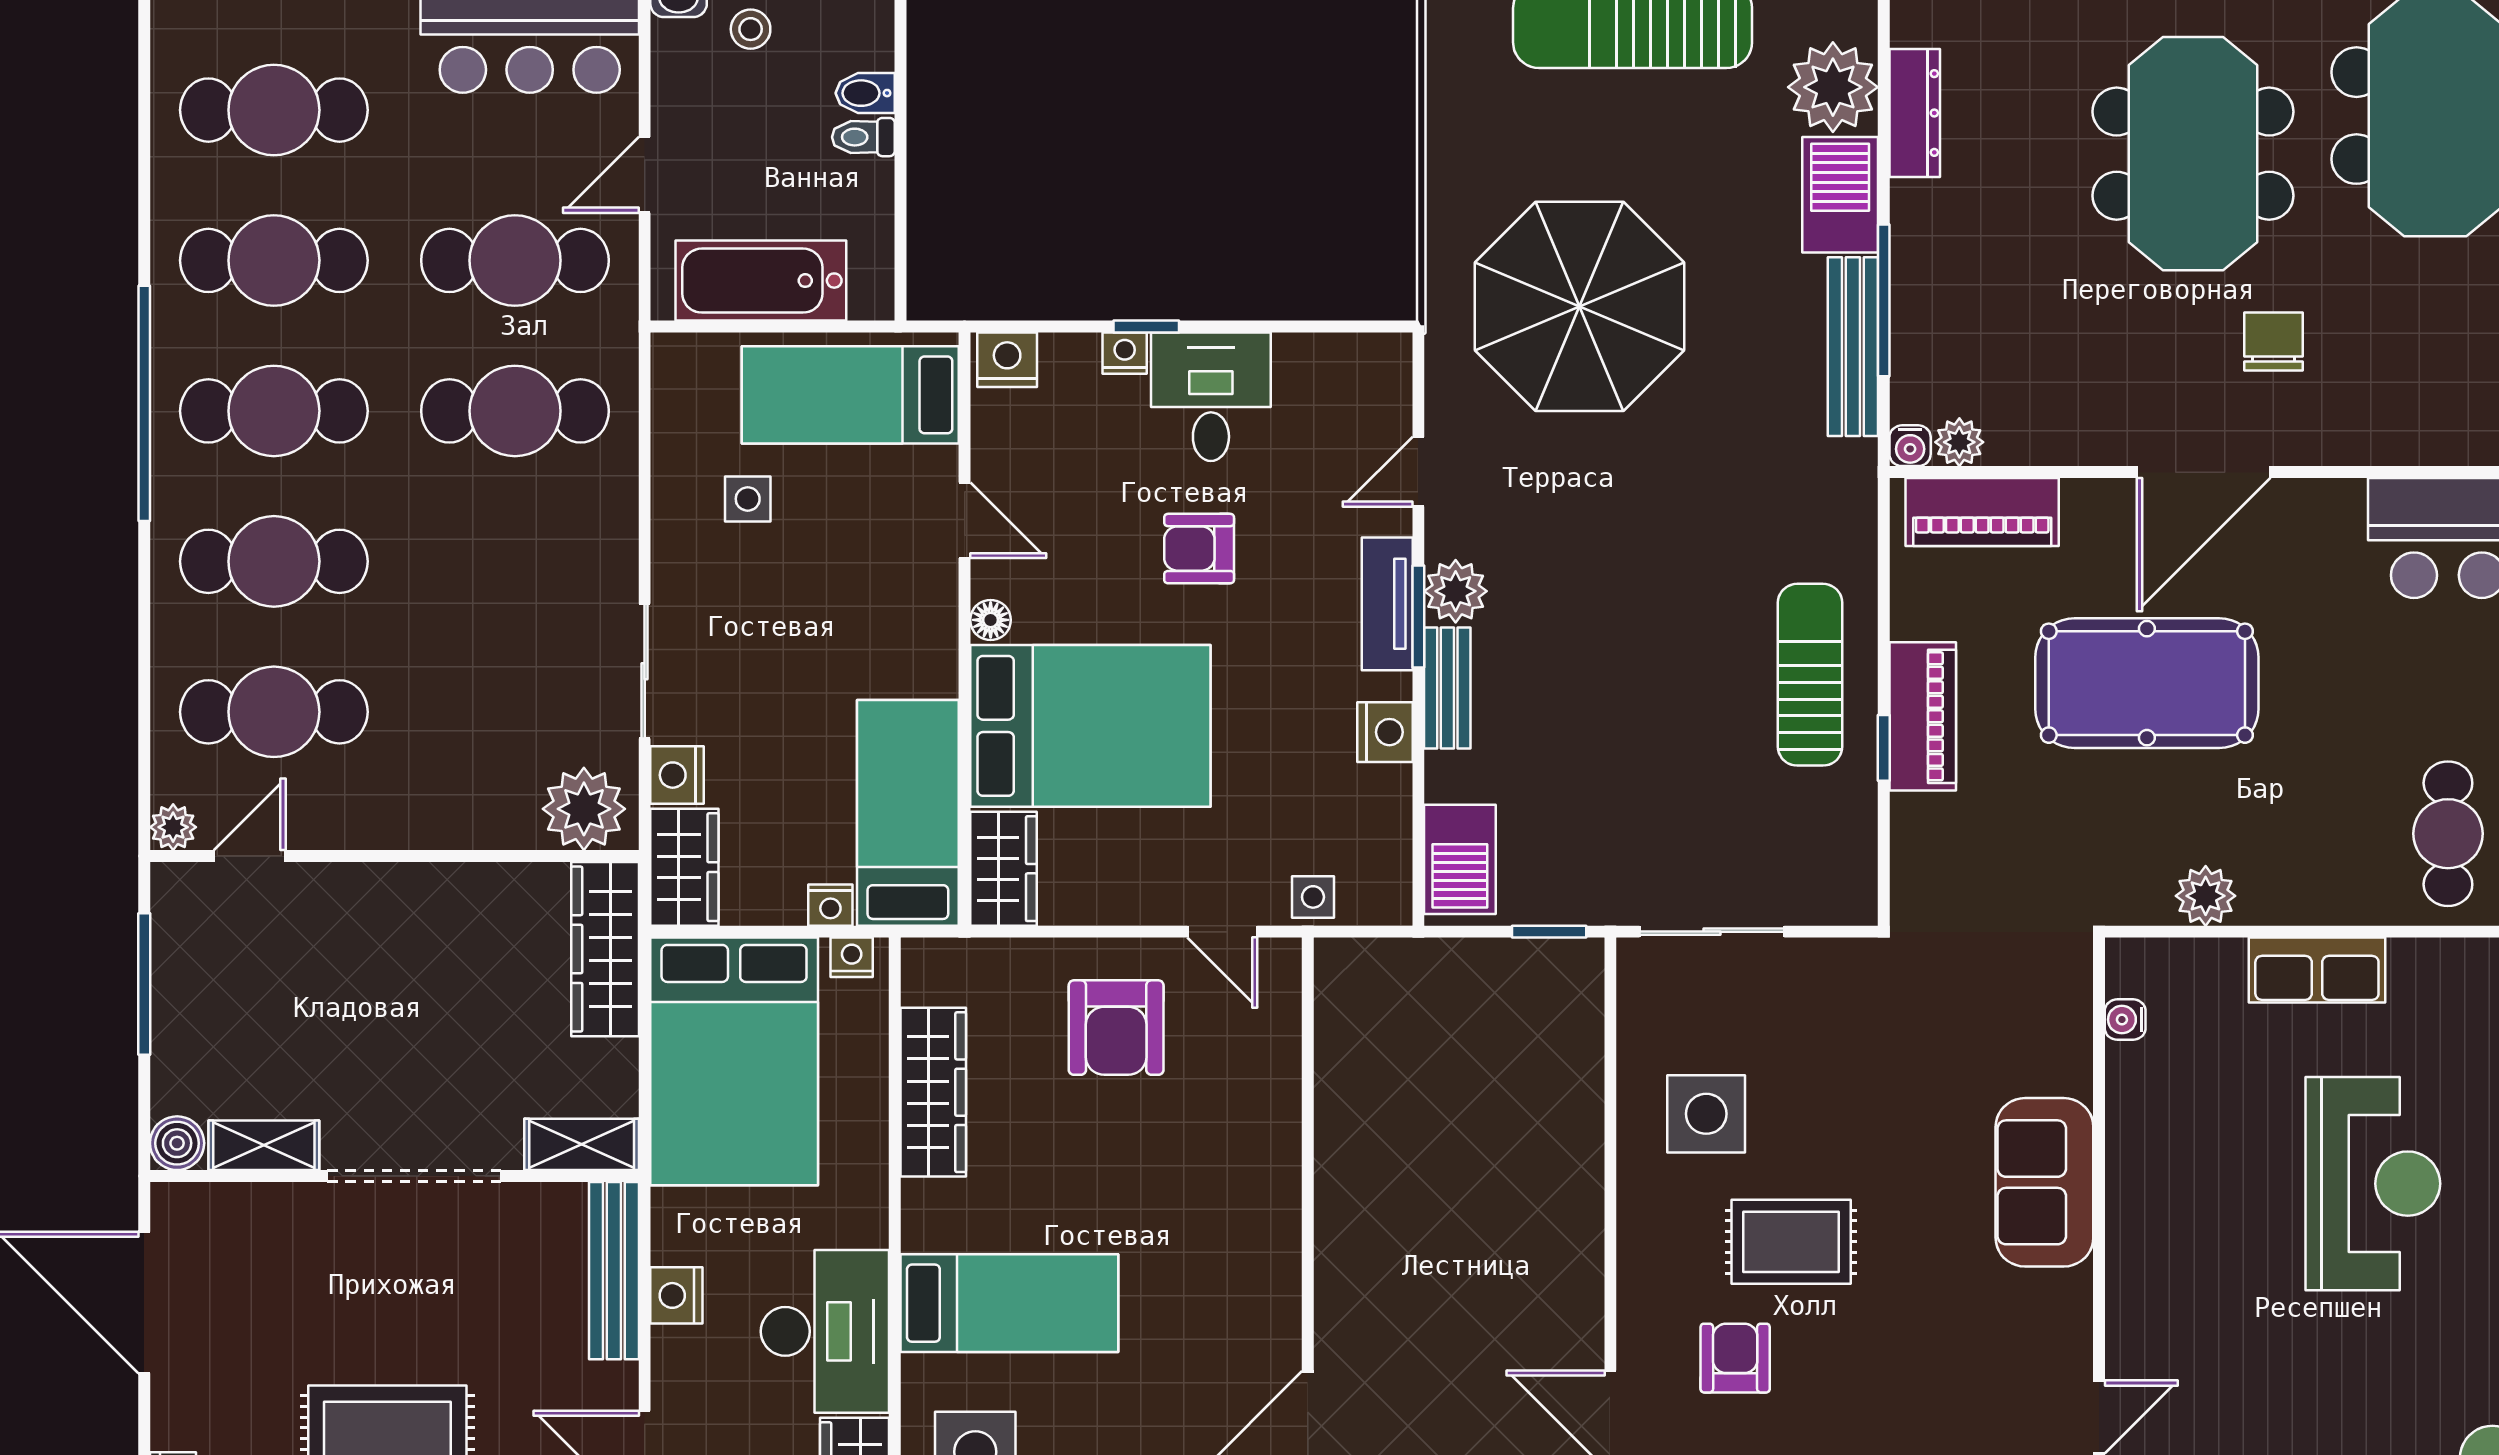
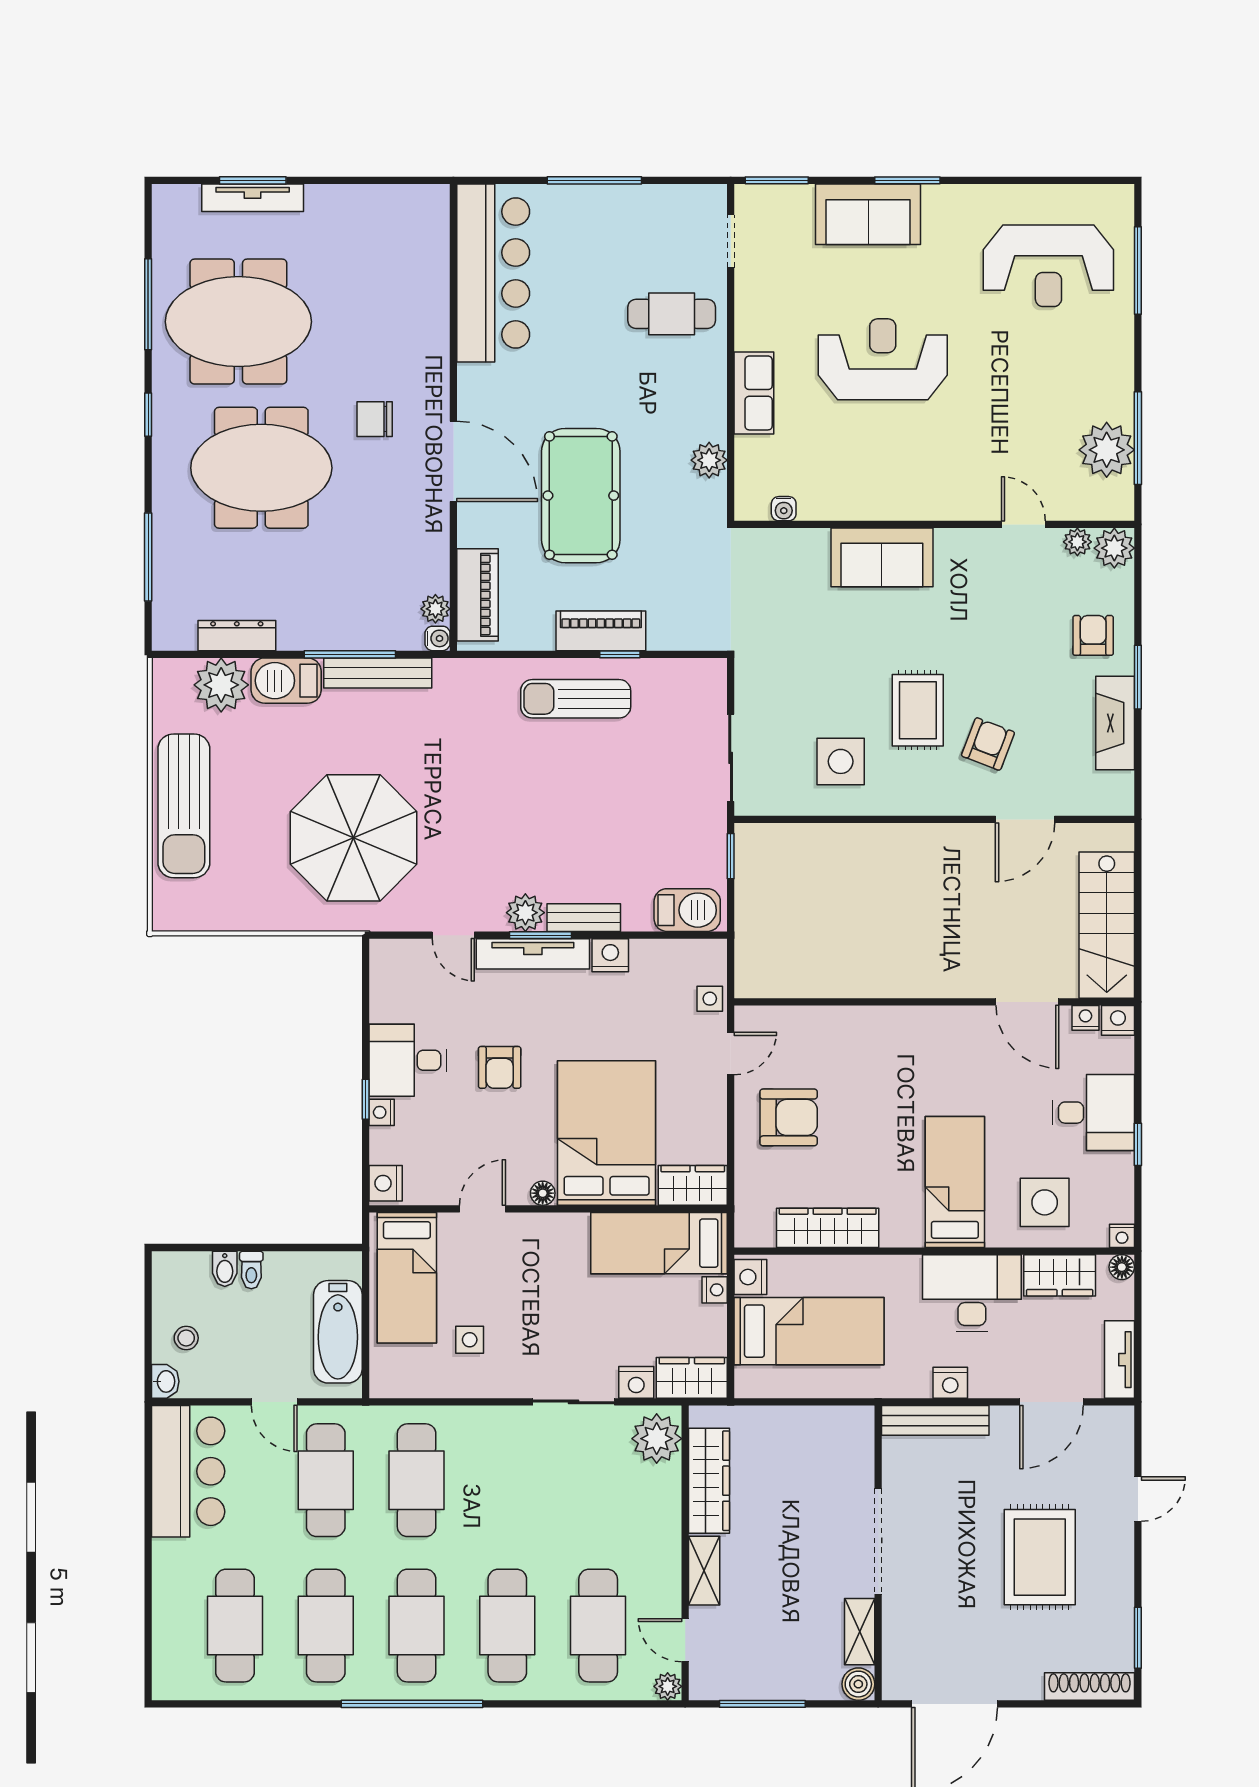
tv unit: (1387, 604) -> (533, 954), width x1.41
wardrobe: (605, 949) -> (709, 1481), moved, turned -90
nightstand: (852, 957) -> (750, 1277), width x1.39, depth x1.35
bed: (734, 1061) -> (809, 1331), width x0.67
shelving: (582, 1144) -> (704, 1571), moved
armchair: (1735, 1358) -> (988, 744), turned 111

